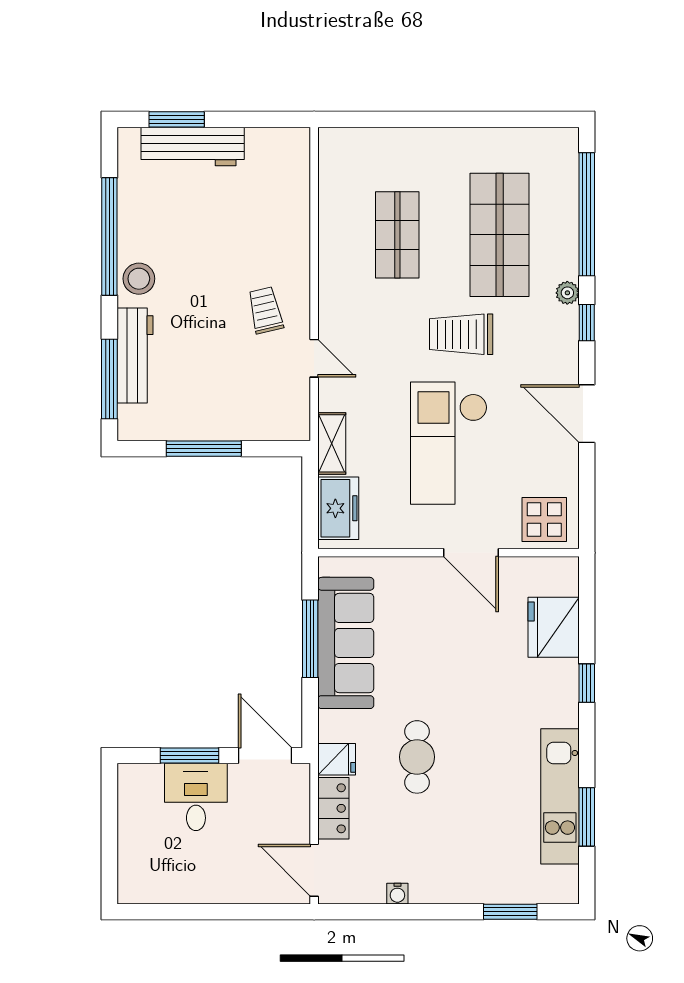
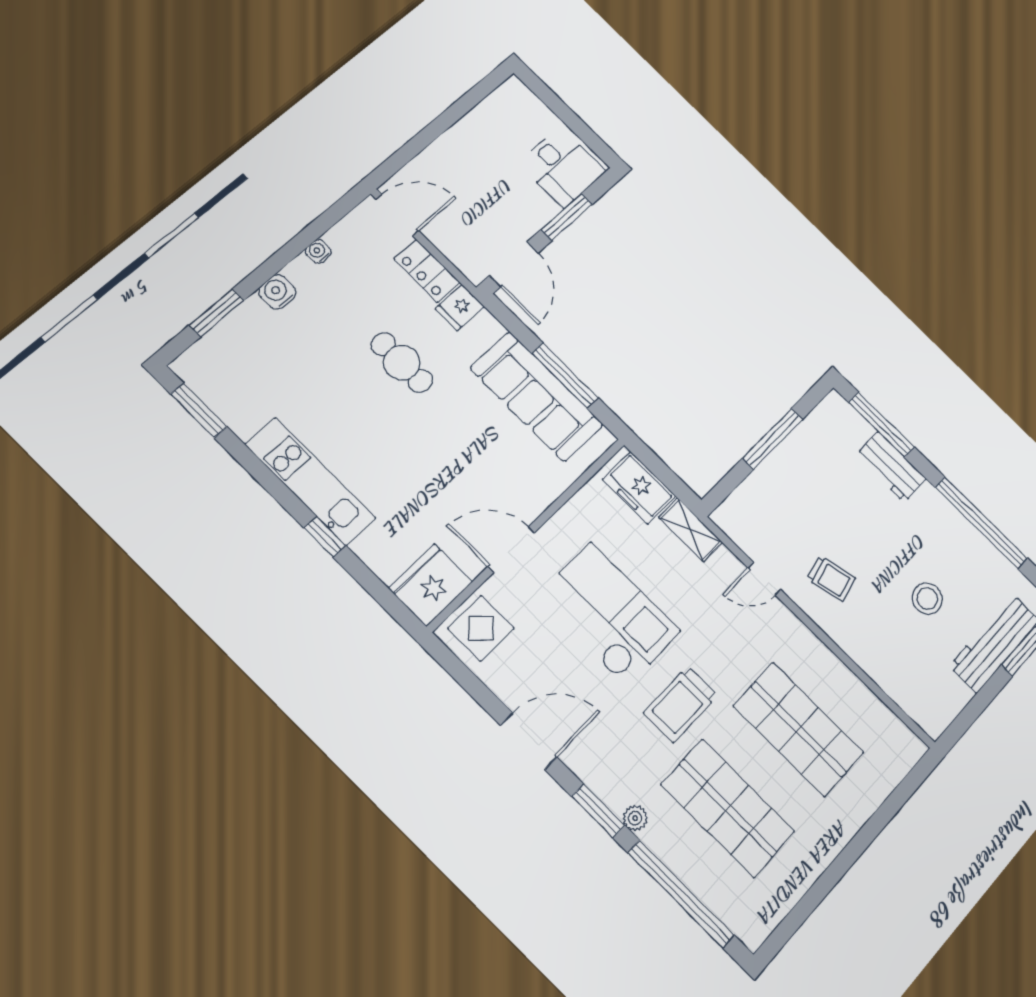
shop shelf: (397, 235) -> (799, 729), width x1.43, depth x1.36
stool: (139, 279) -> (927, 599), moved
window: (587, 323) -> (598, 811), width x1.50
trolley: (461, 334) -> (681, 704), turned 180
workbench: (135, 356) -> (891, 467), width x0.73
fridge: (554, 627) -> (431, 585), moved, turned -90
door: (265, 756) -> (514, 264), hinge flipped
kitchen unit: (560, 796) -> (310, 481), moved
desk: (196, 797) -> (562, 167), moved
window: (587, 817) -> (199, 410), moved
water cooler: (454, 889) -> (277, 292), added

